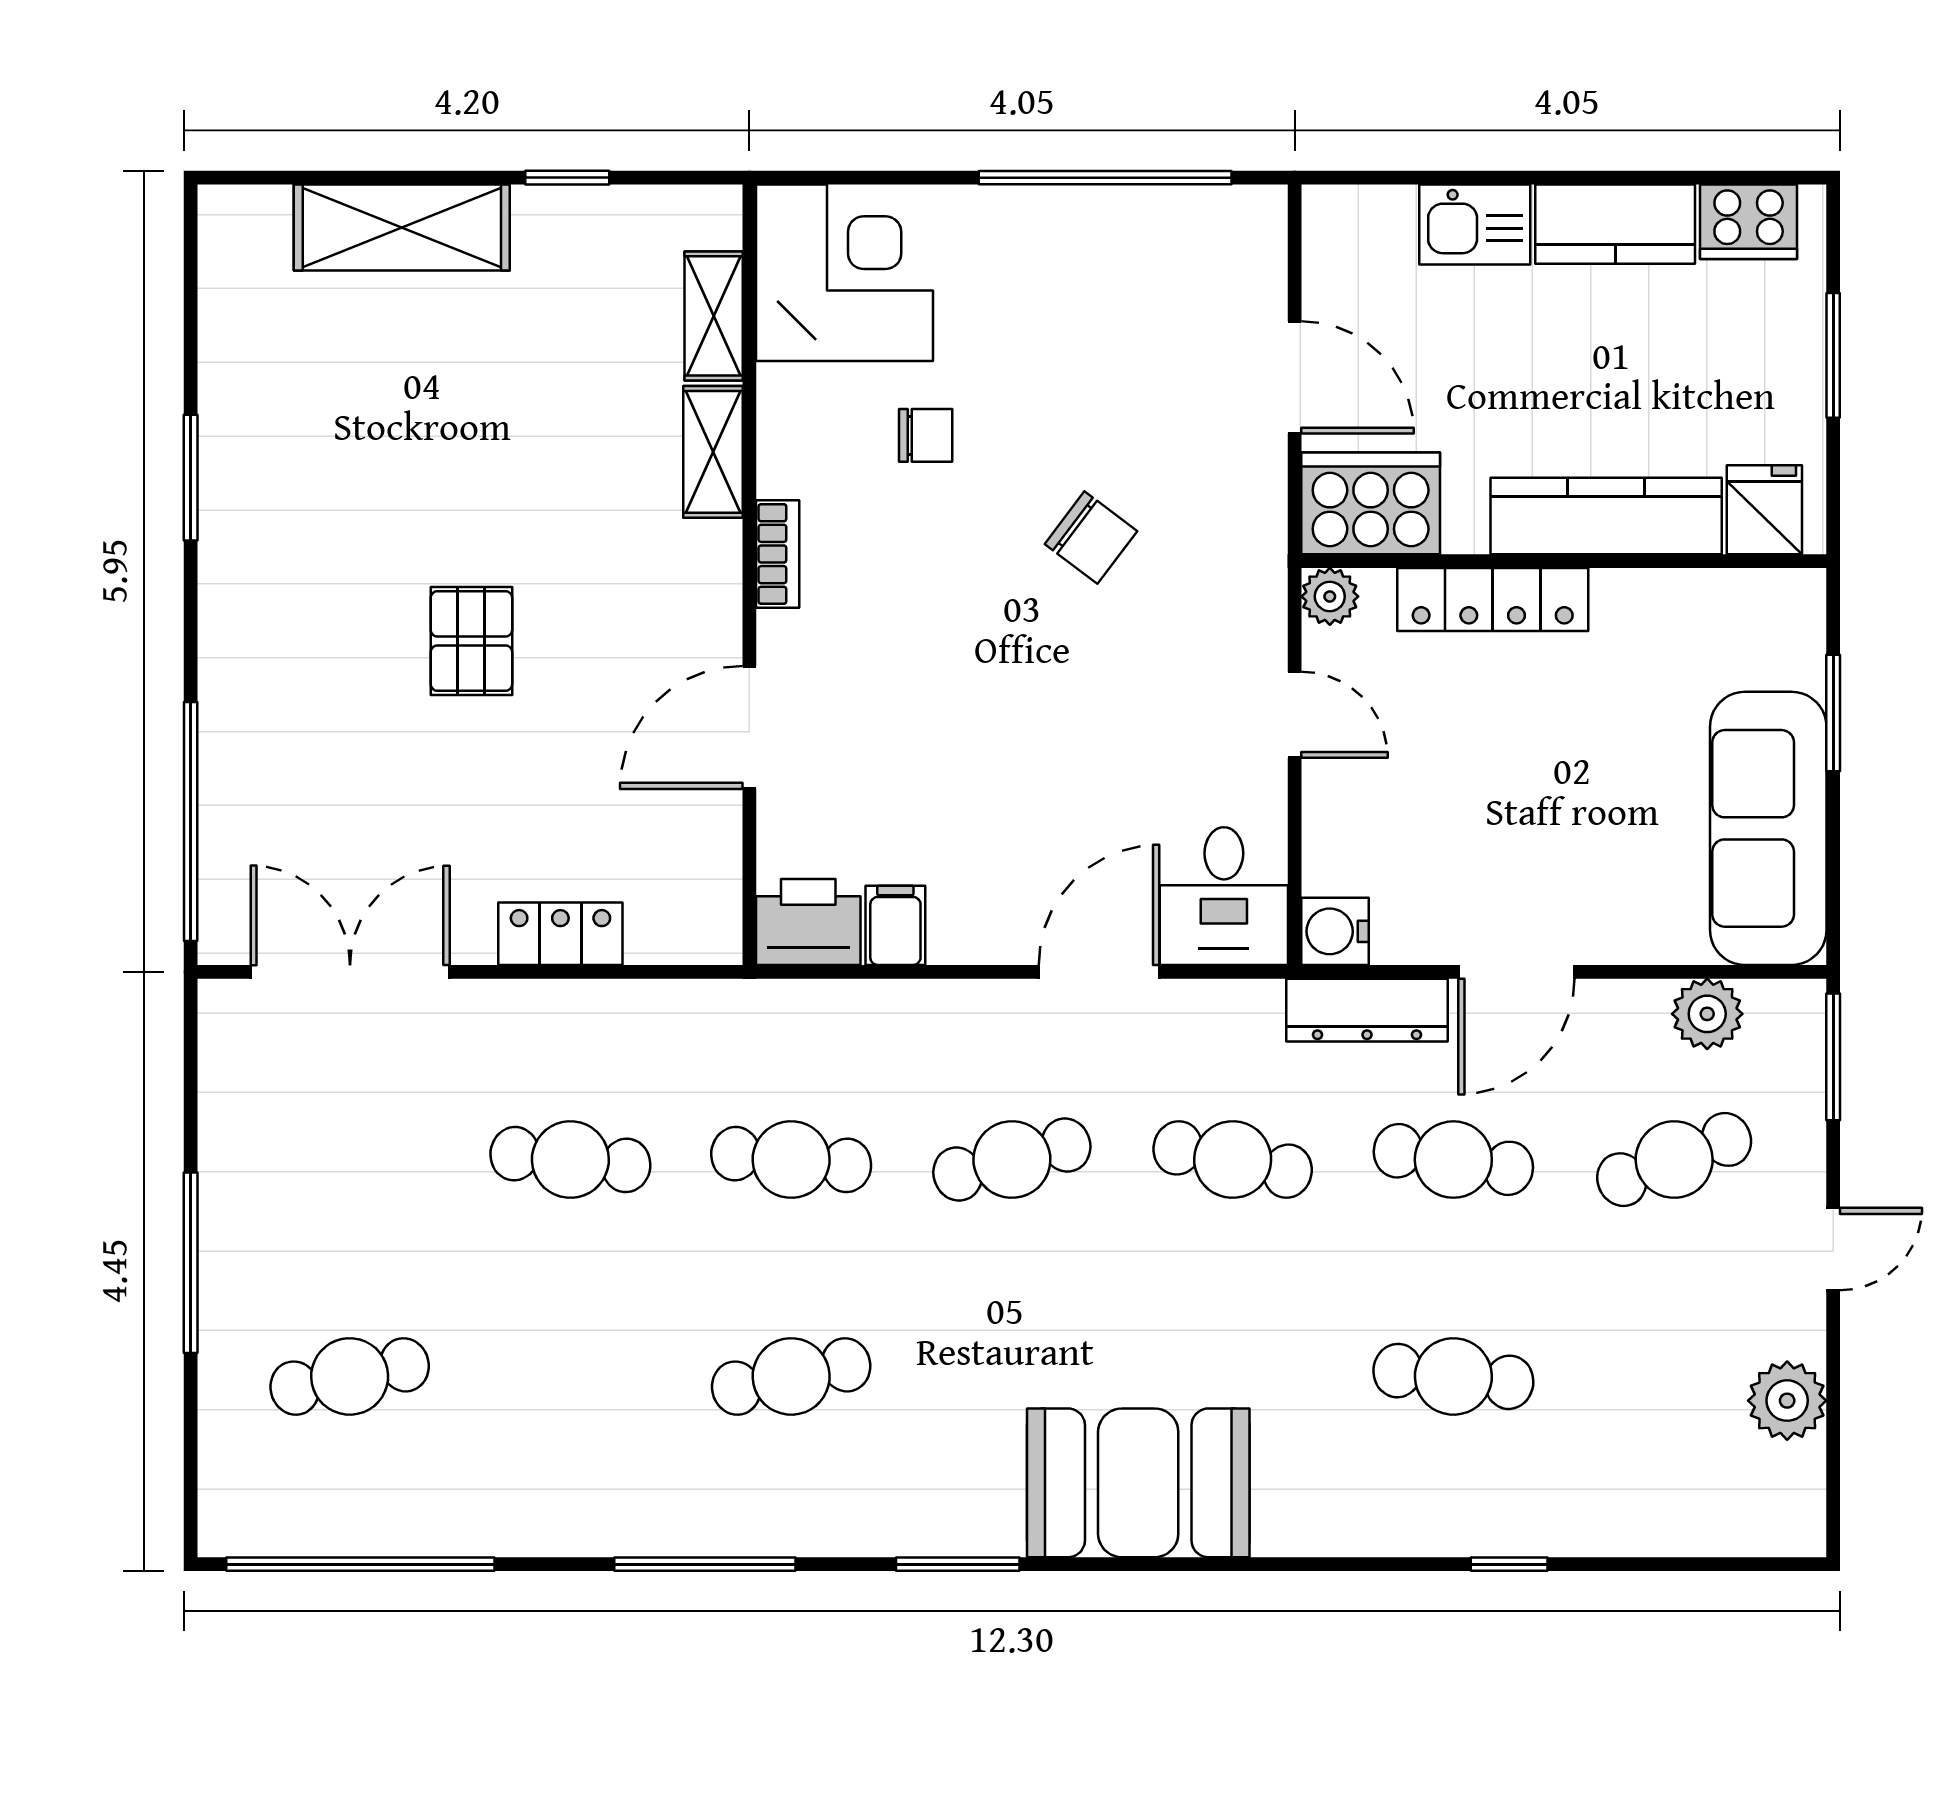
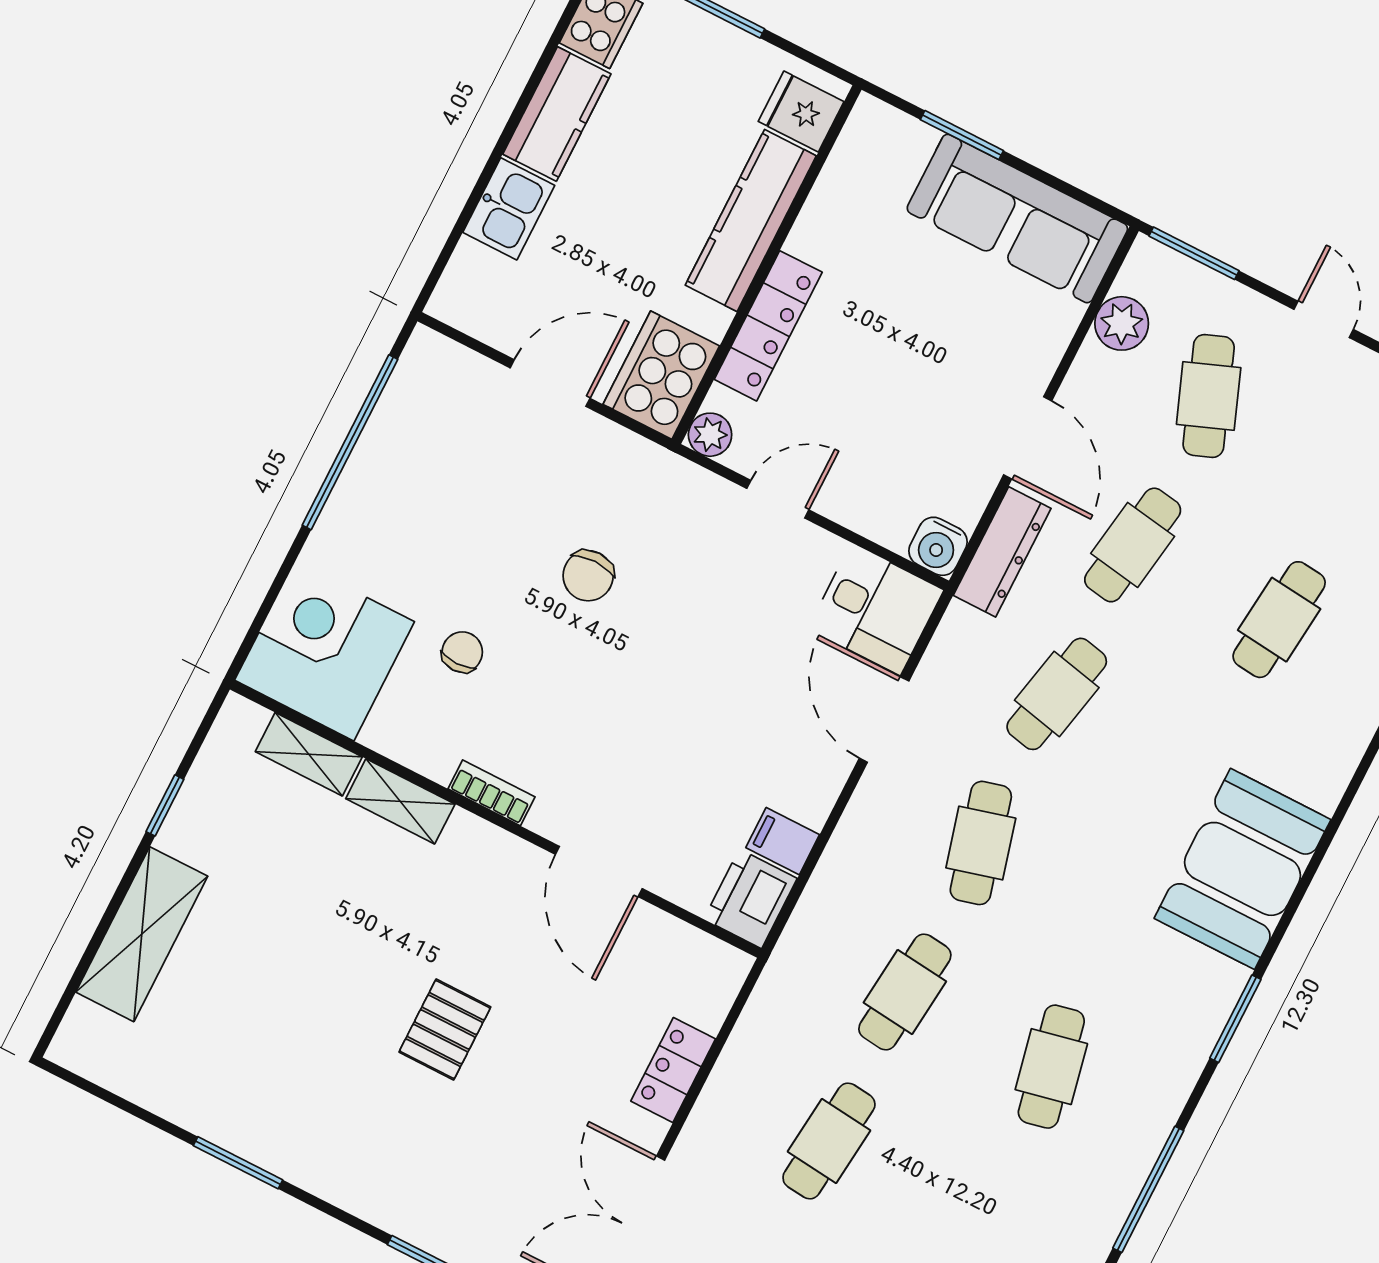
chair: (1091, 538) -> (588, 576), turned 143
pallet: (471, 641) -> (445, 1029), turned 90

